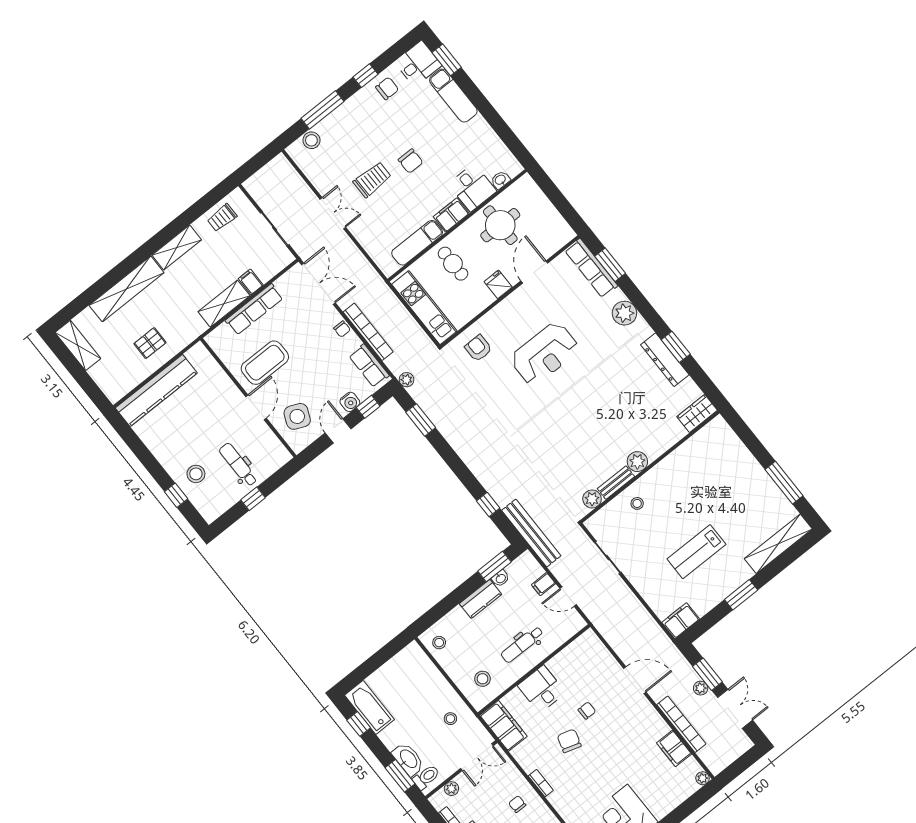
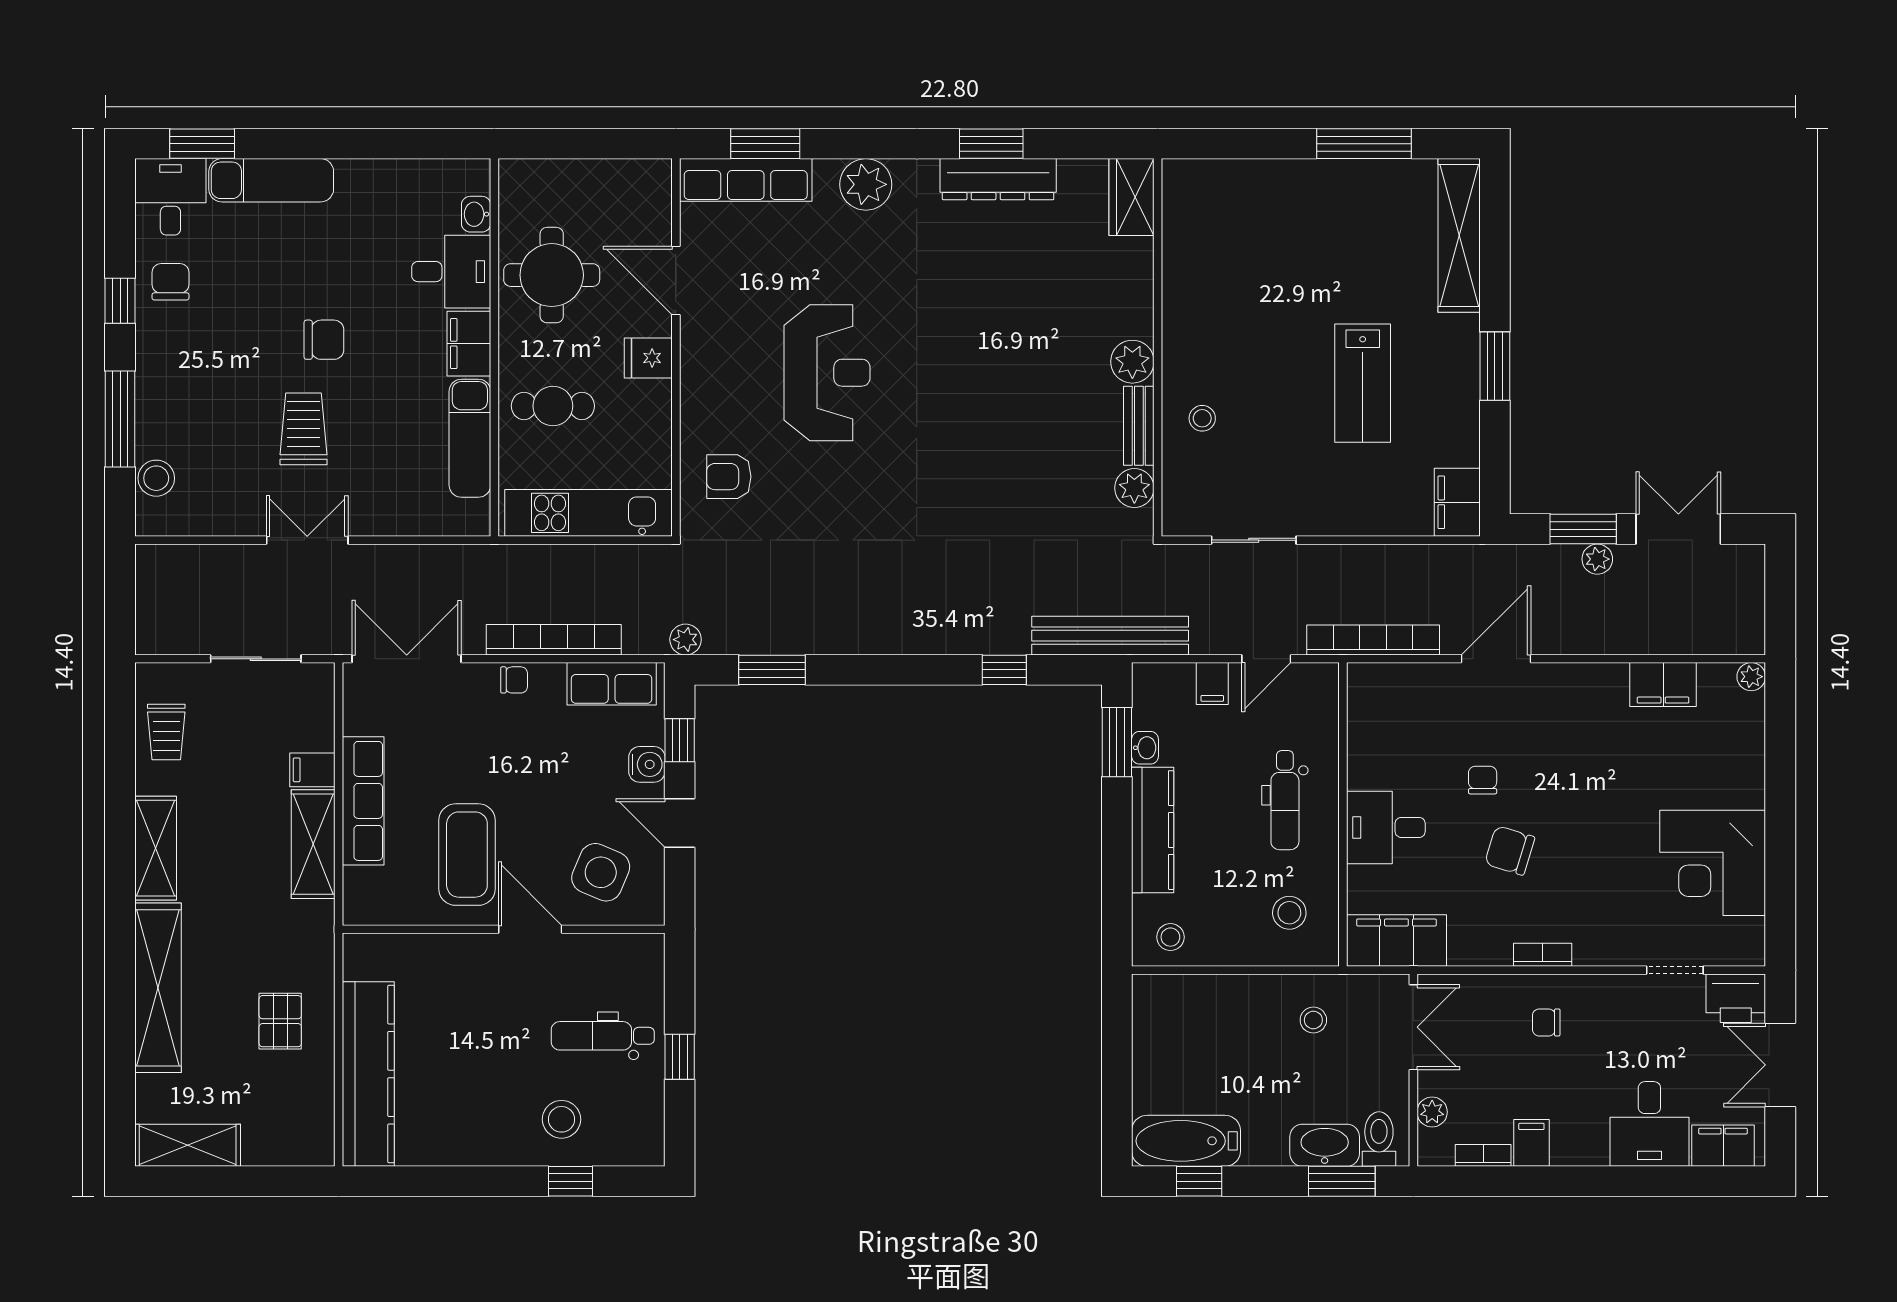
kitchen counter: (481, 599) -> (1153, 830), width x1.50
bookcase: (681, 724) -> (1373, 640), moved

